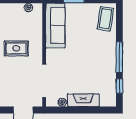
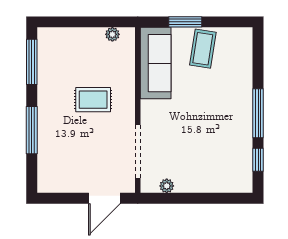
coffee table: (105, 19) -> (203, 49), moved
fireplace: (83, 100) -> (200, 183), removed

